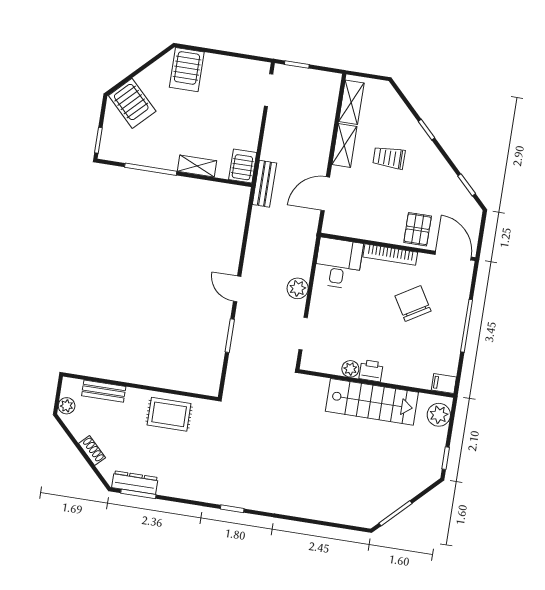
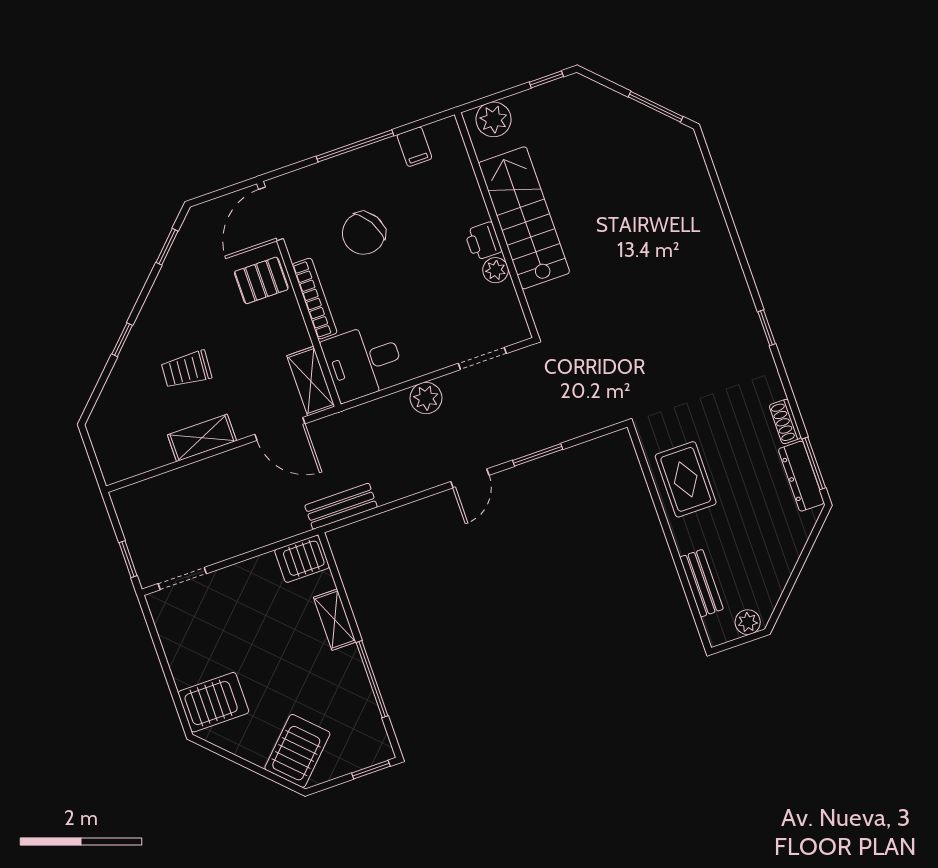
shelving: (351, 102) -> (311, 381), moved, turned 90
trolley: (389, 158) -> (186, 370), turned 94
bench: (264, 184) -> (341, 506), moved
filing cabinet: (444, 384) -> (414, 147), moved
shoe rack: (92, 451) -> (785, 421), moved, turned -45

